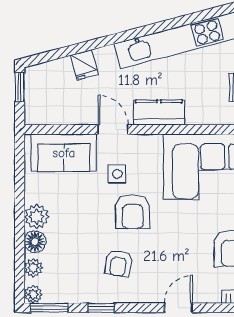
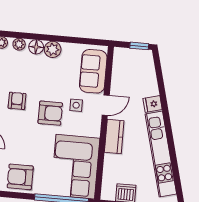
fridge: (84, 65) -> (153, 104), moved
armchair: (132, 212) -> (50, 113), turned 180
armchair: (118, 263) -> (17, 101), turned 81

